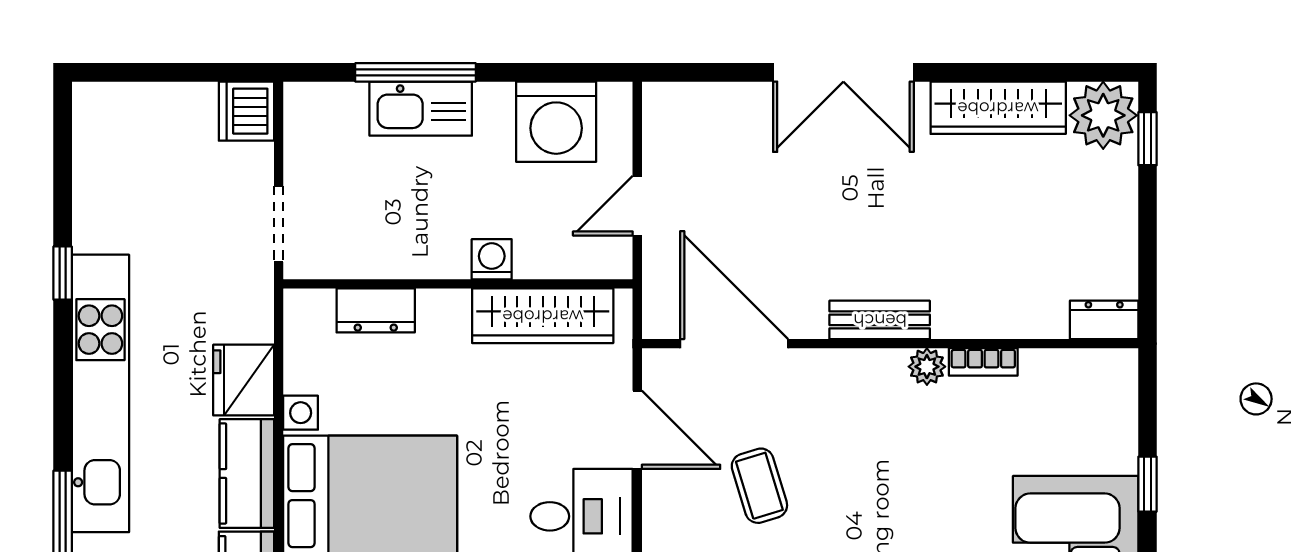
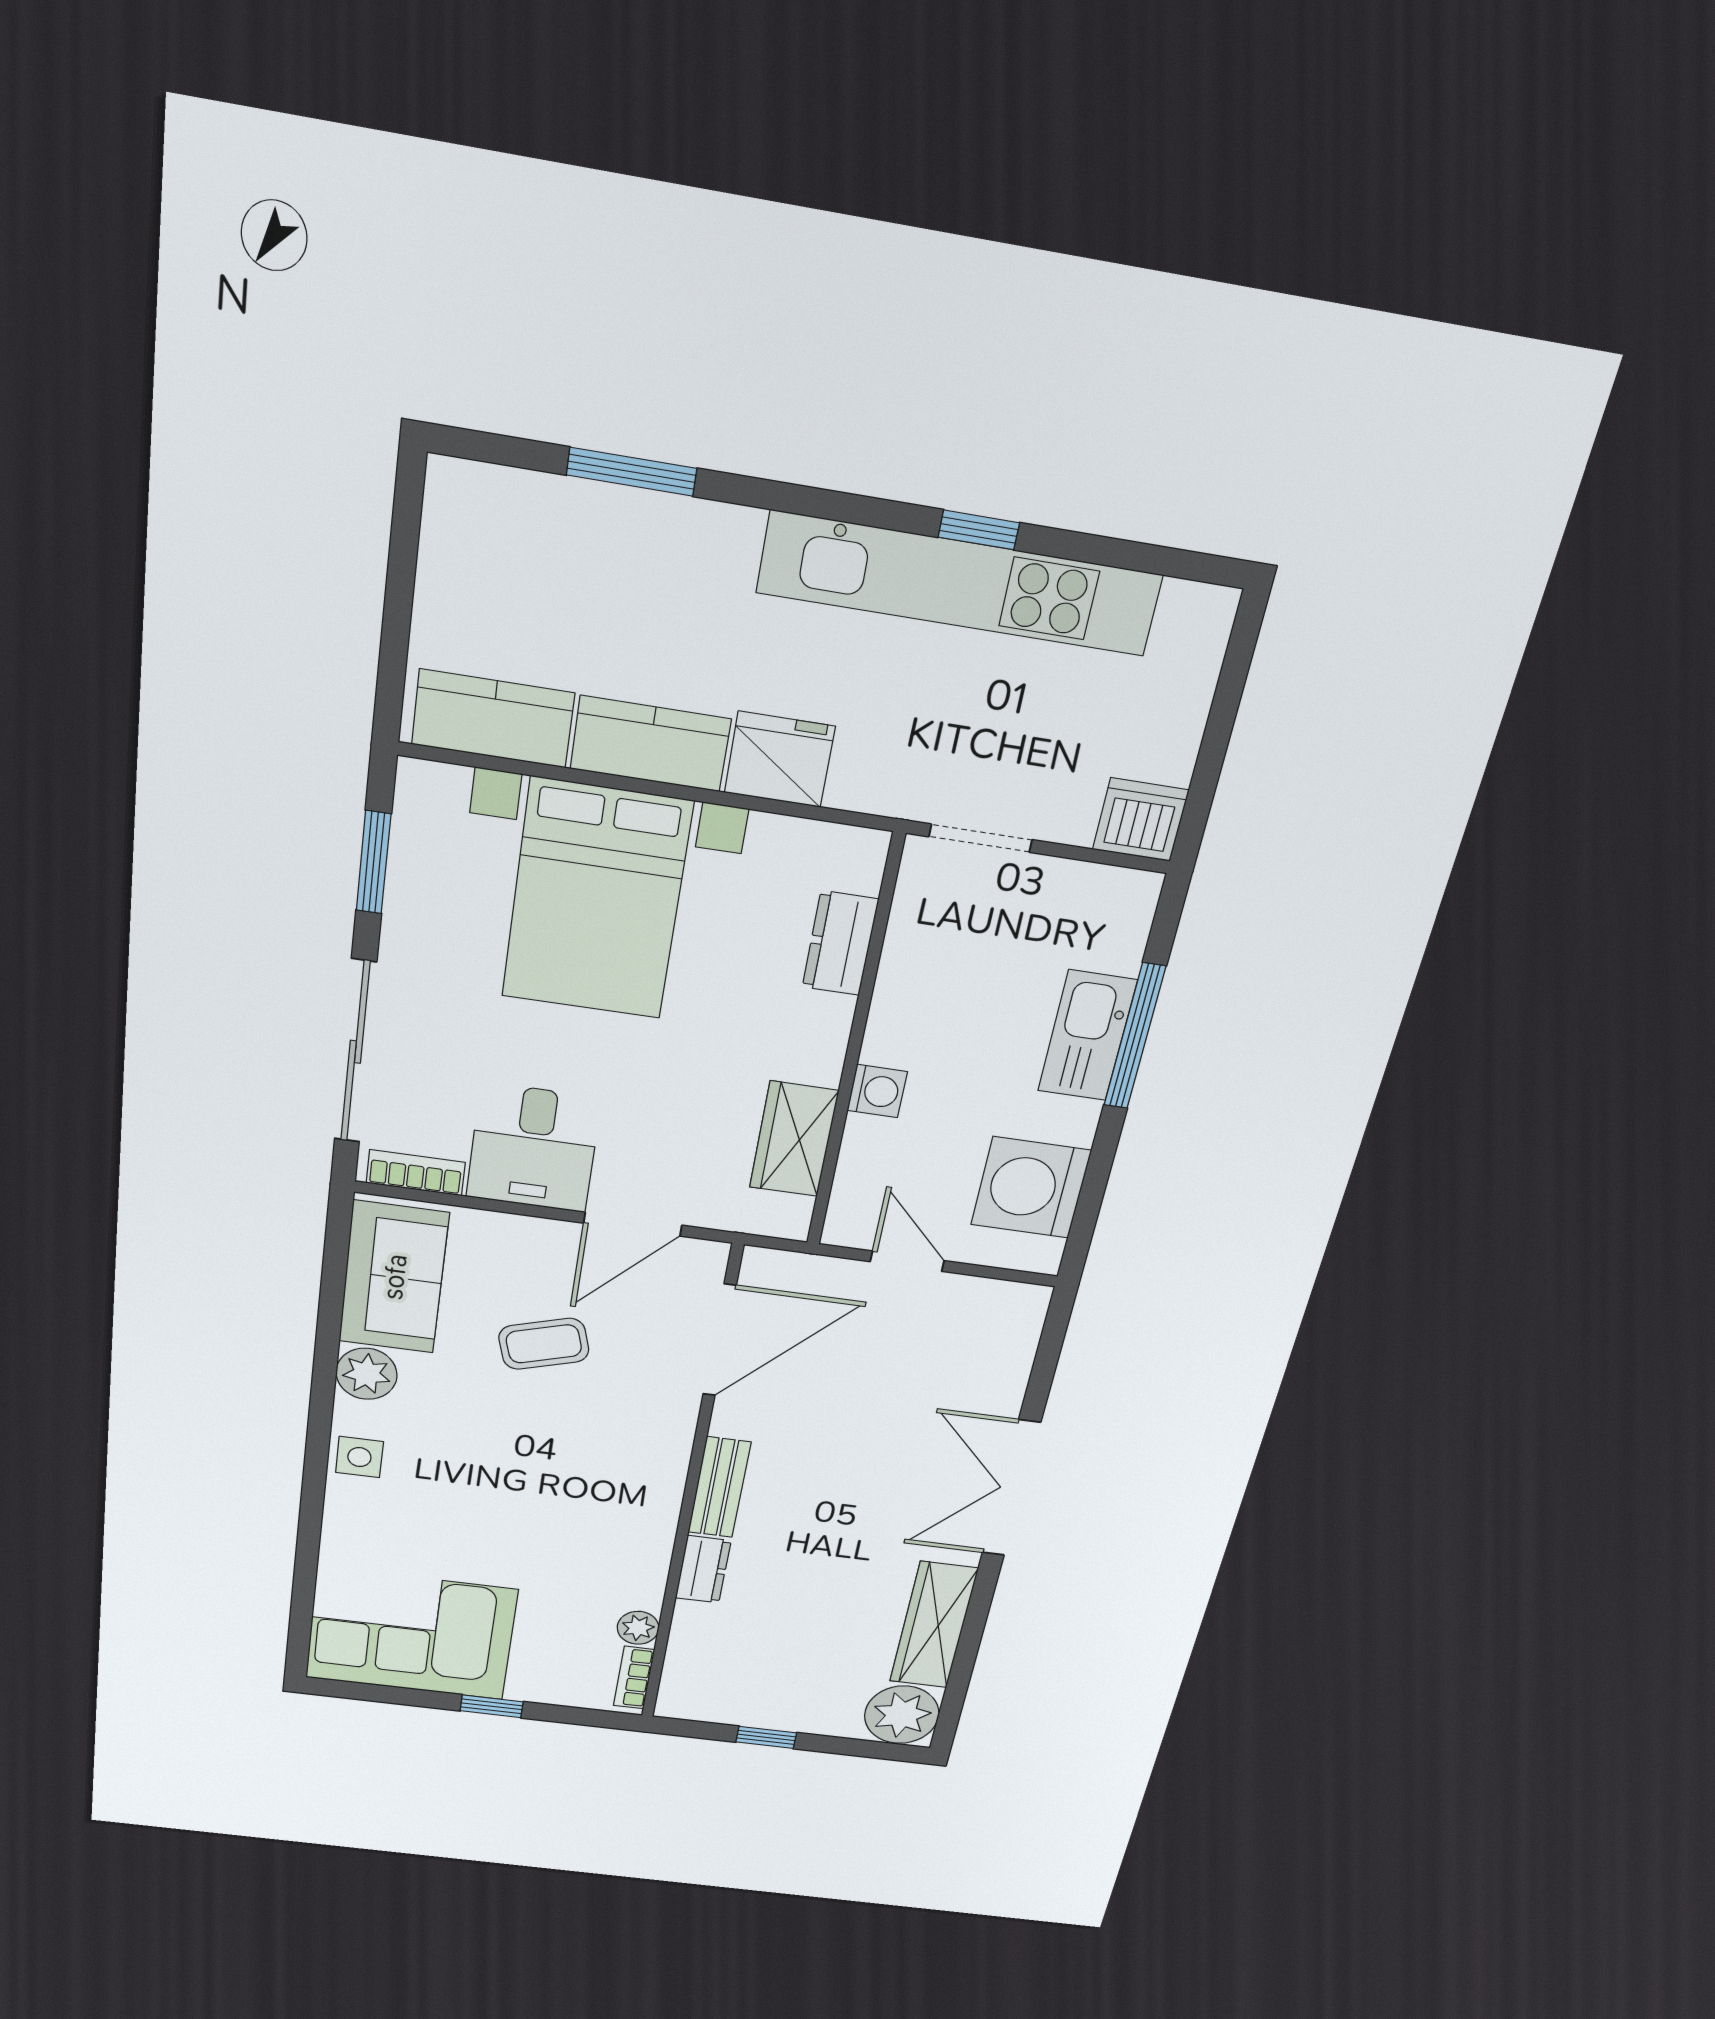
window: (1148, 139) -> (766, 1737), moved
wardrobe: (543, 316) -> (794, 1139), width x0.67
dresser: (1104, 320) -> (703, 1569), moved
bookcase: (983, 362) -> (634, 1678), moved
plant: (927, 367) -> (638, 1628), moved
kitchen unit: (100, 393) -> (960, 584), moved

